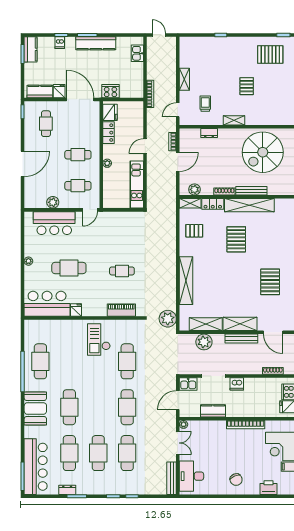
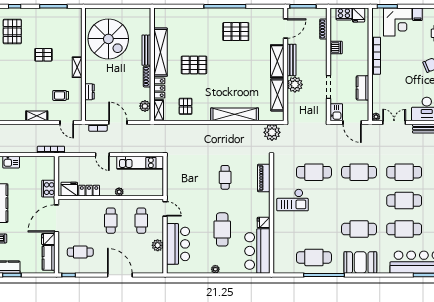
plant: (204, 342) -> (295, 85), moved
dishwasher: (237, 384) -> (336, 48), moved

